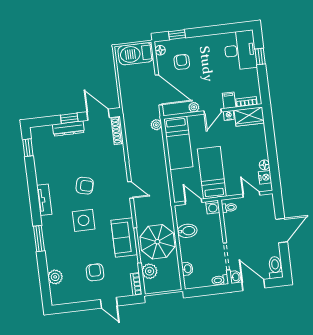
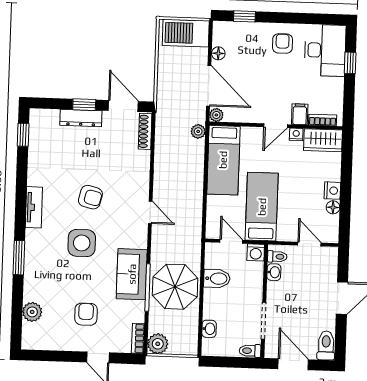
floor lamp: (160, 50) -> (218, 53), moved
armchair: (182, 62) -> (283, 43), moved
plant: (194, 107) -> (216, 115), moved
nightstand: (265, 177) -> (332, 191), moved
plant: (150, 271) -> (158, 344), moved
washbasin: (235, 277) -> (274, 272), moved

